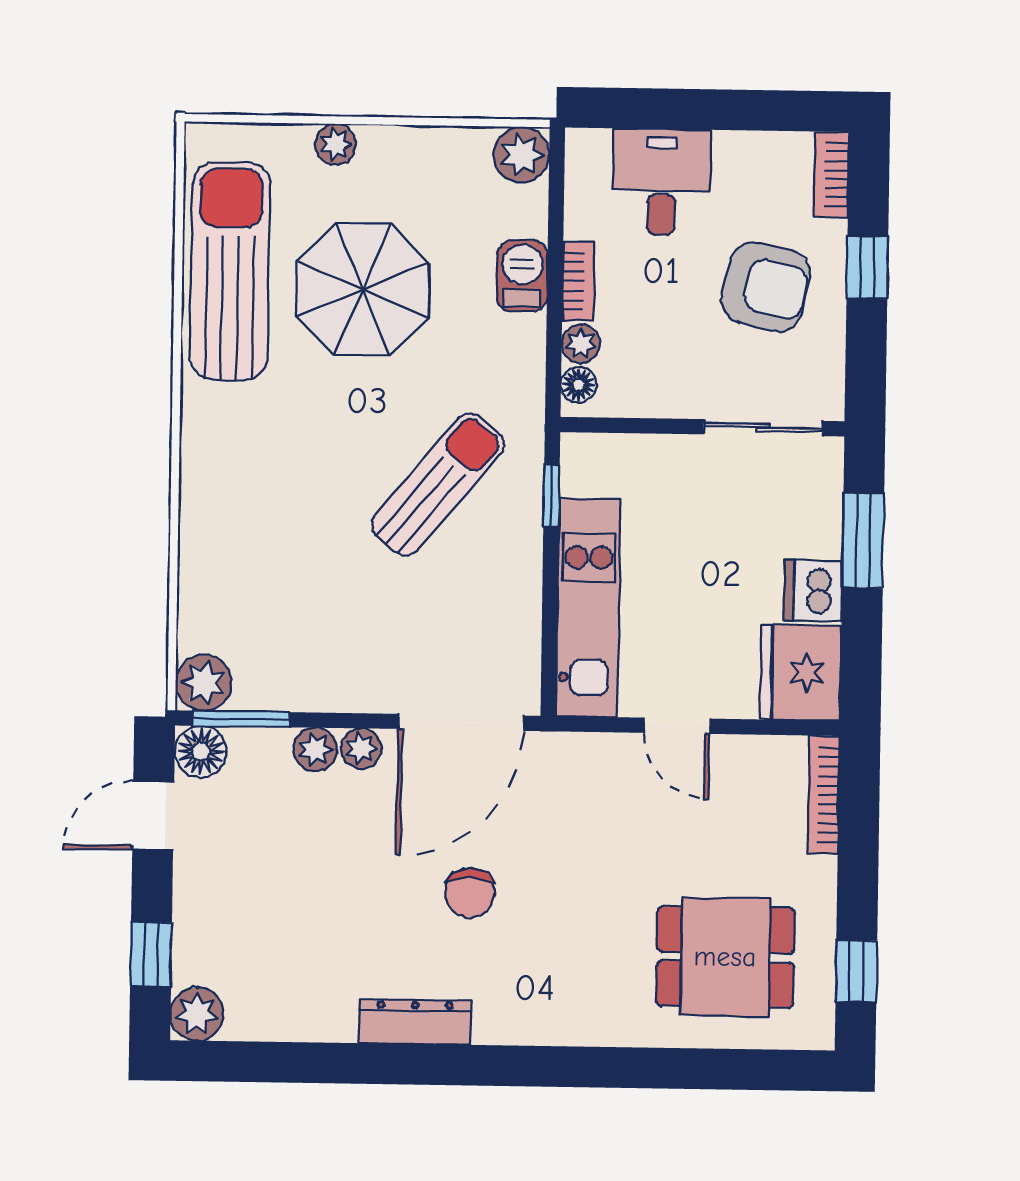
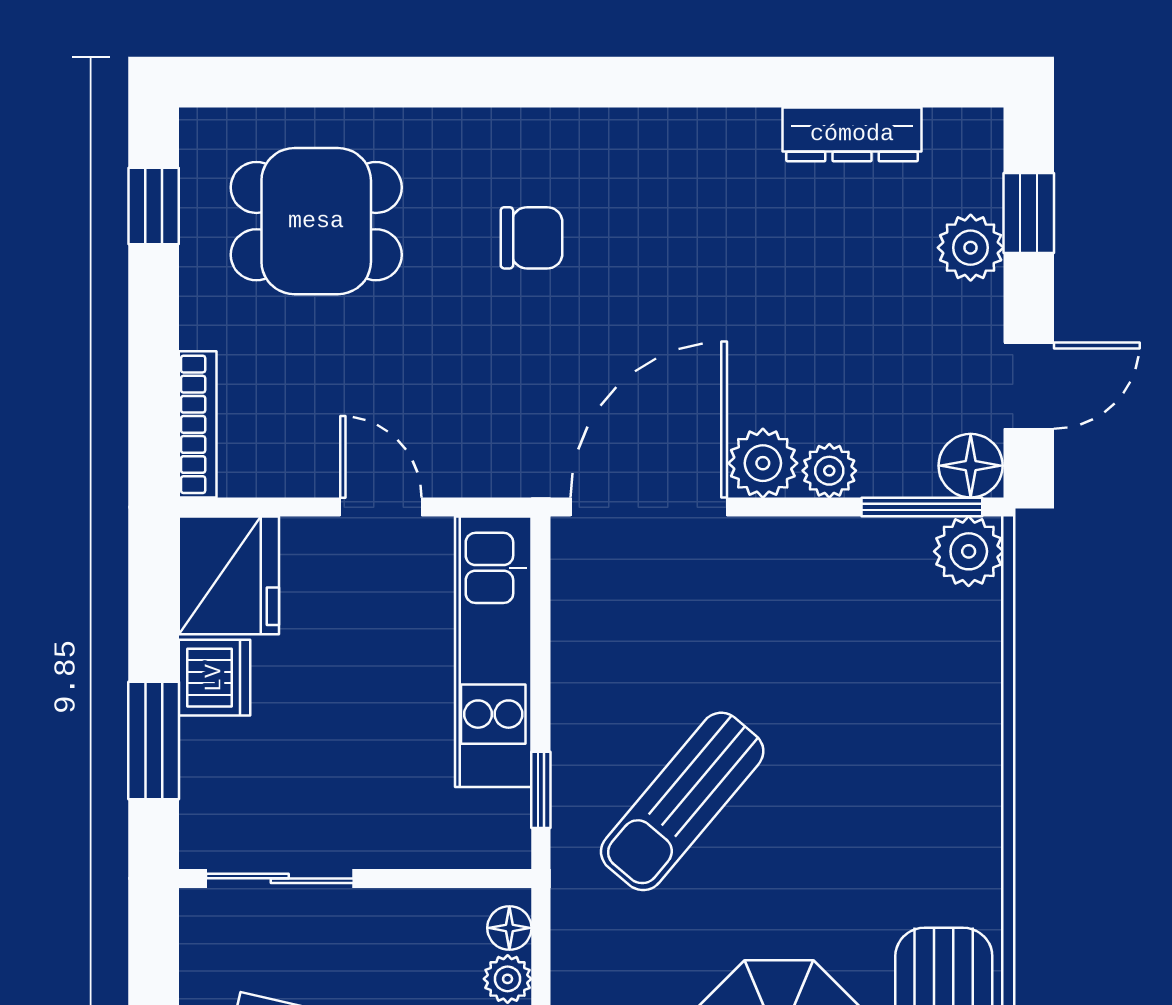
plant: (361, 749) -> (763, 463), width x1.38, depth x1.38
chair: (470, 893) -> (532, 238), moved, turned 90
plant: (197, 1014) -> (971, 248), moved
dresser: (415, 1022) -> (852, 134), moved

